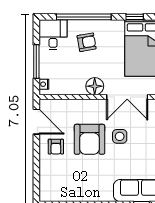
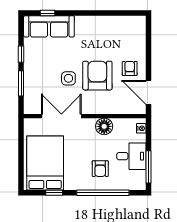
desk: (53, 35) -> (131, 156), moved, turned -90
armchair: (87, 42) -> (100, 169), turned -80
window: (36, 61) -> (148, 167), moved
floor lamp: (95, 86) -> (104, 126), moved

